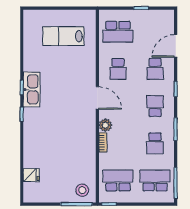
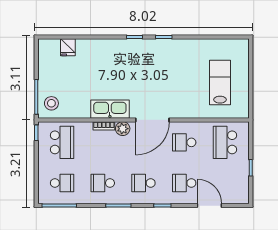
kitchen sink: (32, 89) -> (110, 109), moved, turned 180
door: (97, 98) -> (152, 120), width x1.36
school desk: (155, 106) -> (143, 183), turned 180
school desk: (155, 180) -> (62, 183), width x0.54

